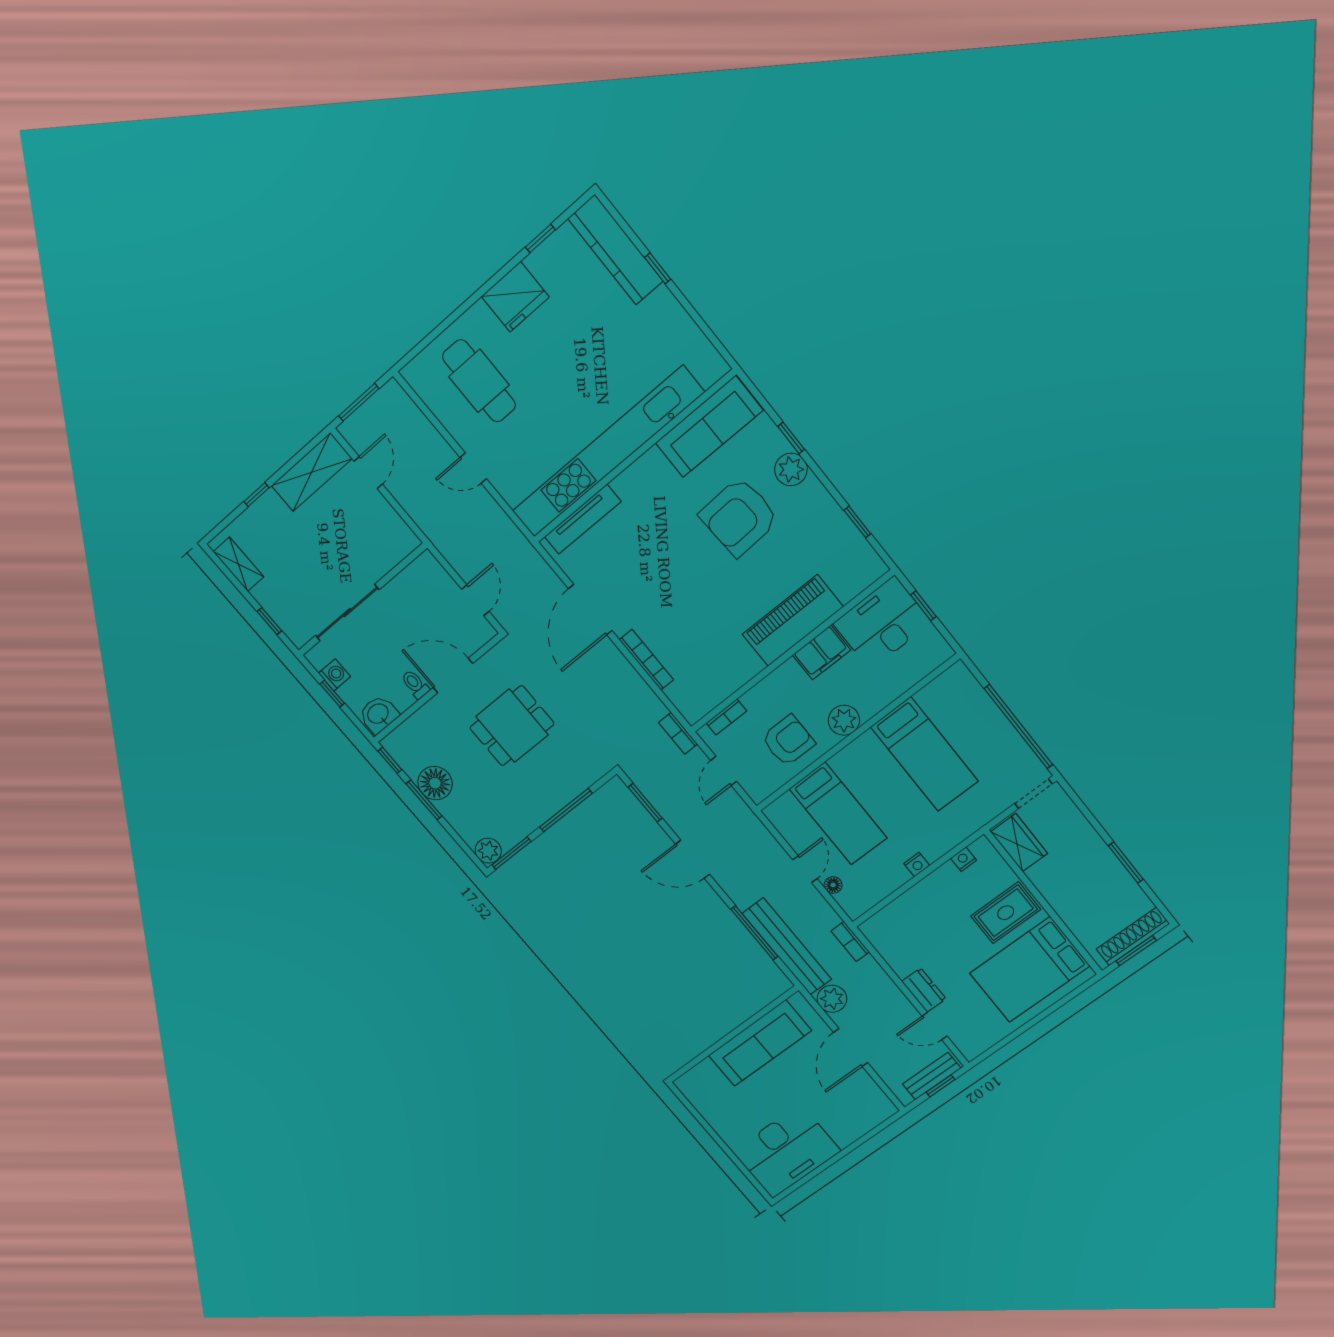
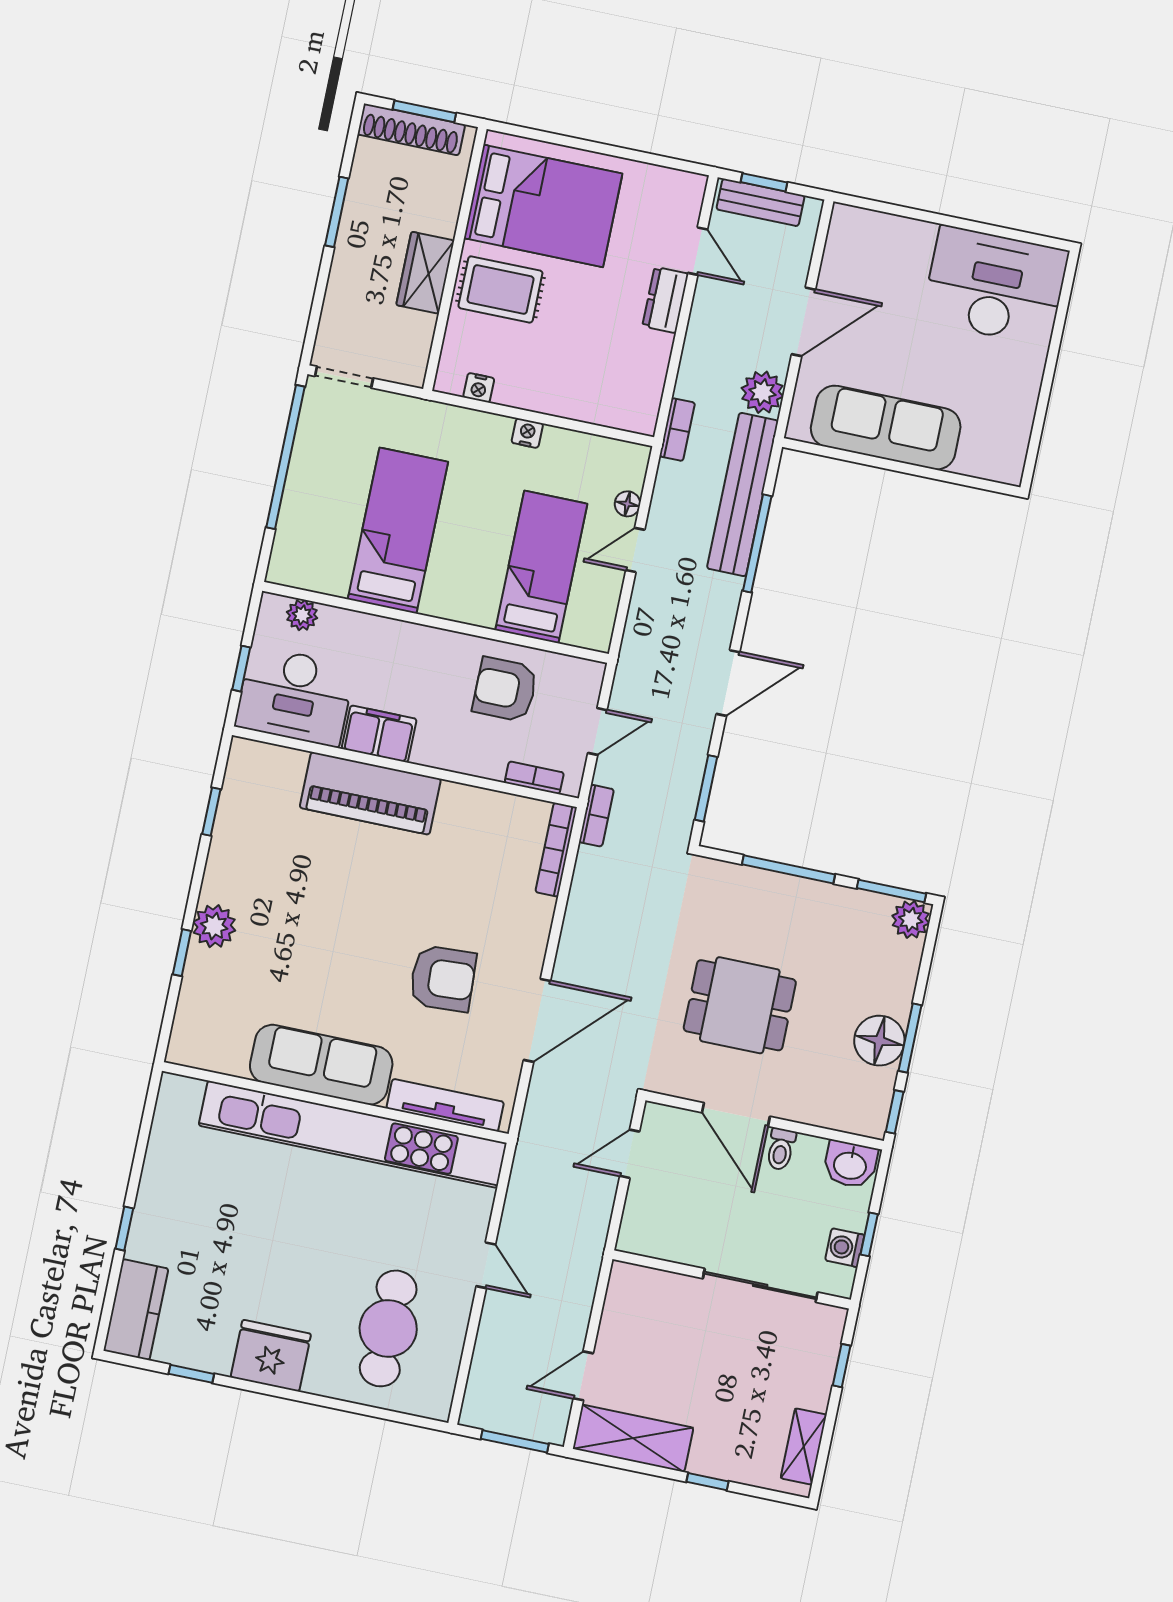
kitchen counter: (616, 250) -> (136, 1310), width x0.67
sofa: (709, 427) -> (321, 1065), moved
armchair: (739, 517) -> (443, 978), moved, width x0.73, depth x0.73
bookcase: (647, 660) -> (556, 850), moved
plant: (844, 720) -> (302, 615), moved, width x0.73, depth x0.73
wardrobe: (1019, 843) -> (425, 273), moved
door: (693, 859) -> (728, 683), hinge flipped

